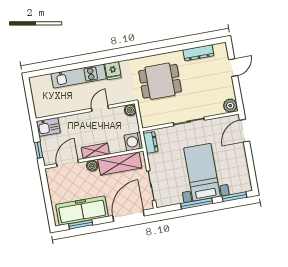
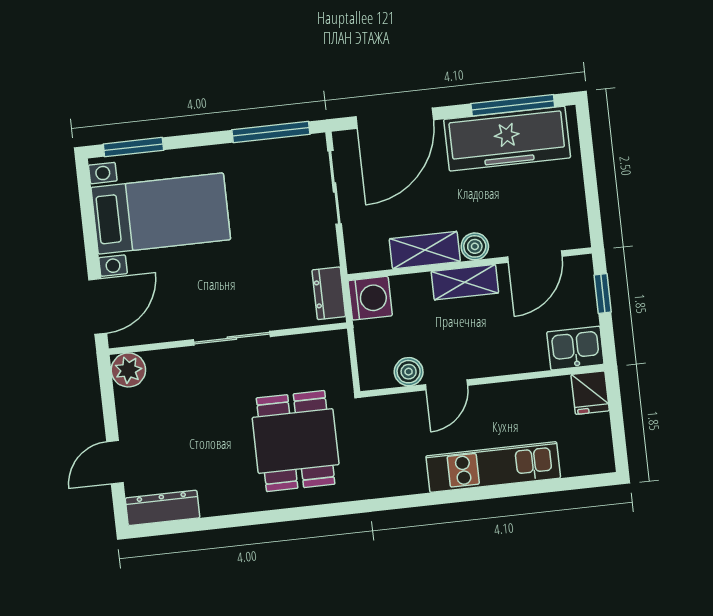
dresser: (198, 53) -> (163, 508), moved
fridge: (113, 71) -> (590, 393), moved, turned 180
dining table: (160, 81) -> (296, 441), turned 90
boiler: (130, 110) -> (409, 372), moved
shelving: (120, 164) -> (425, 250), width x0.67, depth x0.75
bed with nightstands: (202, 172) -> (161, 214), moved, turned -90
window: (197, 203) -> (271, 132), moved
window: (81, 224) -> (513, 105), width x1.44

